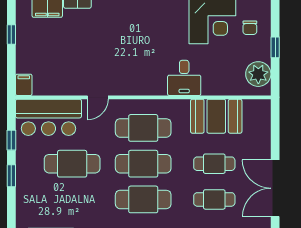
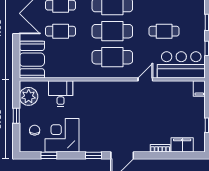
desk: (184, 78) -> (61, 94), moved
booth: (216, 116) -> (32, 60), moved, turned 90
cafe table: (72, 164) -> (164, 31), width x0.73, depth x0.74

